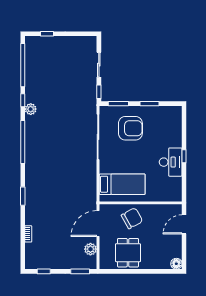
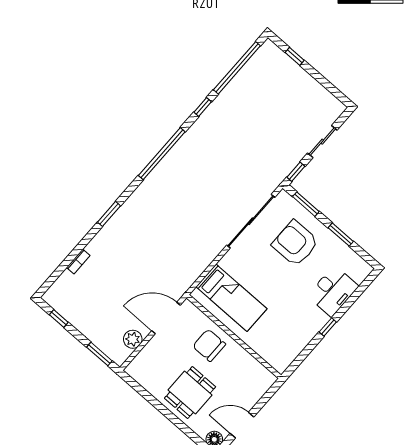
plant: (31, 109) -> (203, 125), removed
armchair: (130, 128) -> (295, 243), turned 180
desk: (171, 162) -> (333, 291), moved
chair: (132, 218) -> (209, 345), turned -151
door: (184, 224) -> (242, 425), moved
dining table: (128, 253) -> (190, 393), moved

